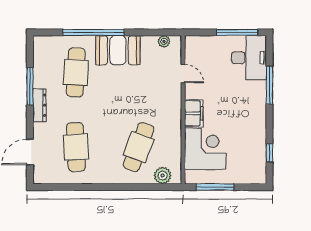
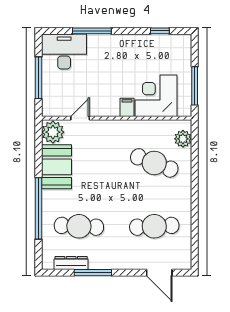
window: (237, 32) -> (39, 78), moved
plant: (164, 41) -> (53, 132), width x1.88, depth x1.88
booth: (118, 50) -> (57, 167), moved
dresser: (39, 105) -> (71, 263), moved
filing cabinet: (194, 113) -> (127, 107), width x0.50

